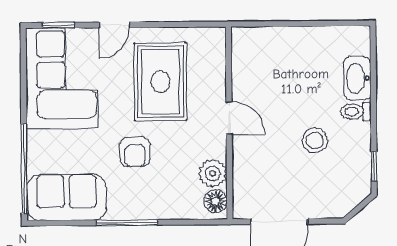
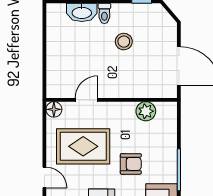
door: (229, 118) -> (87, 100), moved
floor lamp: (216, 201) -> (54, 109), moved

